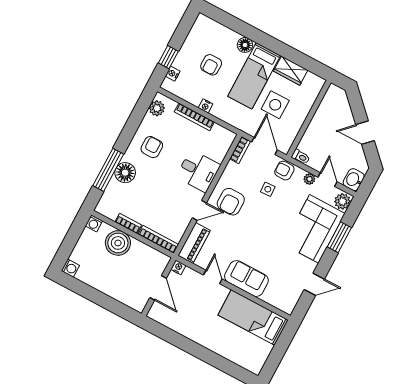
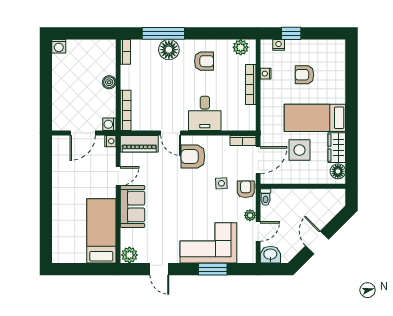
floor lamp: (245, 45) -> (338, 171), moved
nightstand: (206, 106) -> (266, 74), moved
plant: (342, 201) -> (129, 255), moved
washing machine: (94, 223) -> (109, 124), moved
bookcase: (128, 224) -> (125, 52), moved
boiler: (118, 243) -> (109, 82), width x0.54, depth x0.54

